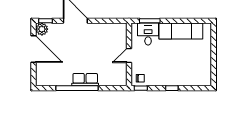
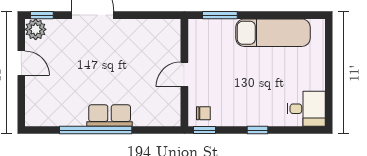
desk: (148, 34) -> (306, 109), moved, turned 90
door: (33, 49) -> (21, 63), width x0.53

